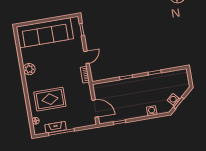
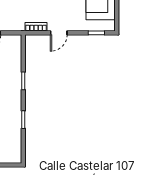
door: (86, 57) -> (59, 33), hinge flipped

